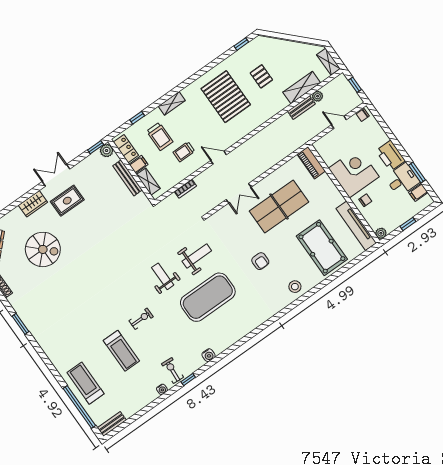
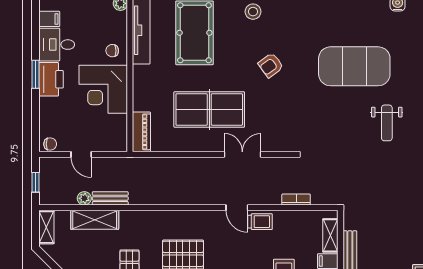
trolley: (184, 152) -> (260, 222), moved
window: (417, 172) -> (36, 74), moved
weight bench: (197, 256) -> (335, 119), removed
armchair: (260, 261) -> (271, 65), turned -126

